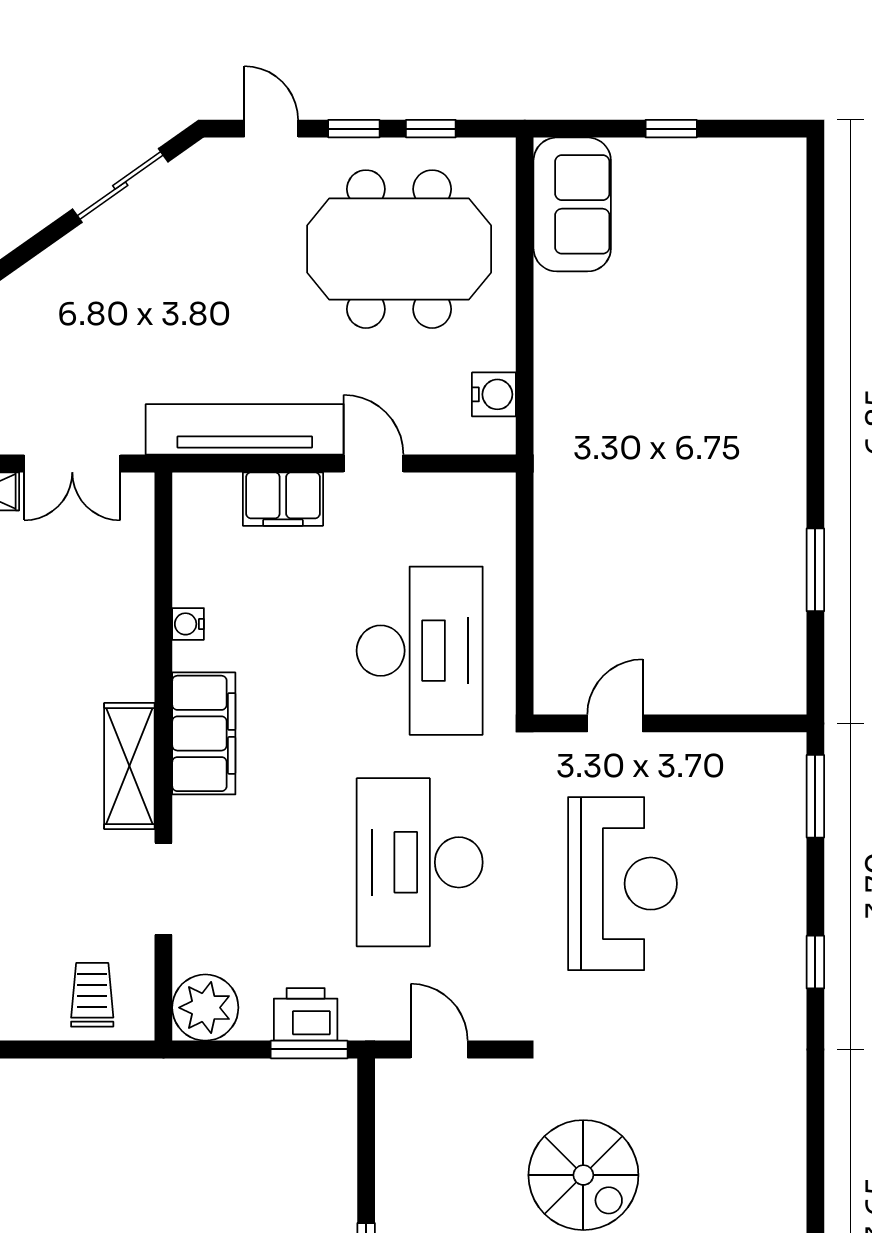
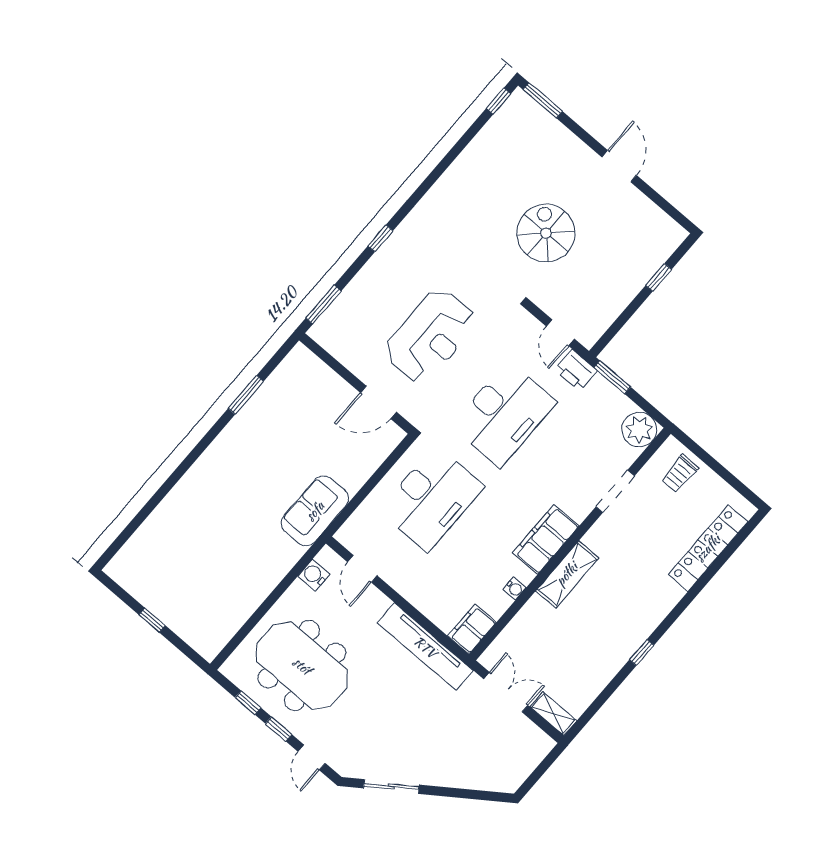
sofa: (572, 204) -> (315, 511), moved
door: (374, 463) -> (362, 569), moved
filing cabinet: (283, 499) -> (472, 629), moved, turned -90
desk: (420, 651) -> (431, 498), turned 180
door: (615, 723) -> (378, 402), width x1.38
shelving: (129, 766) -> (567, 574), moved
reception desk: (622, 884) -> (430, 336), turned 180
printer: (306, 1014) -> (576, 370), moved

